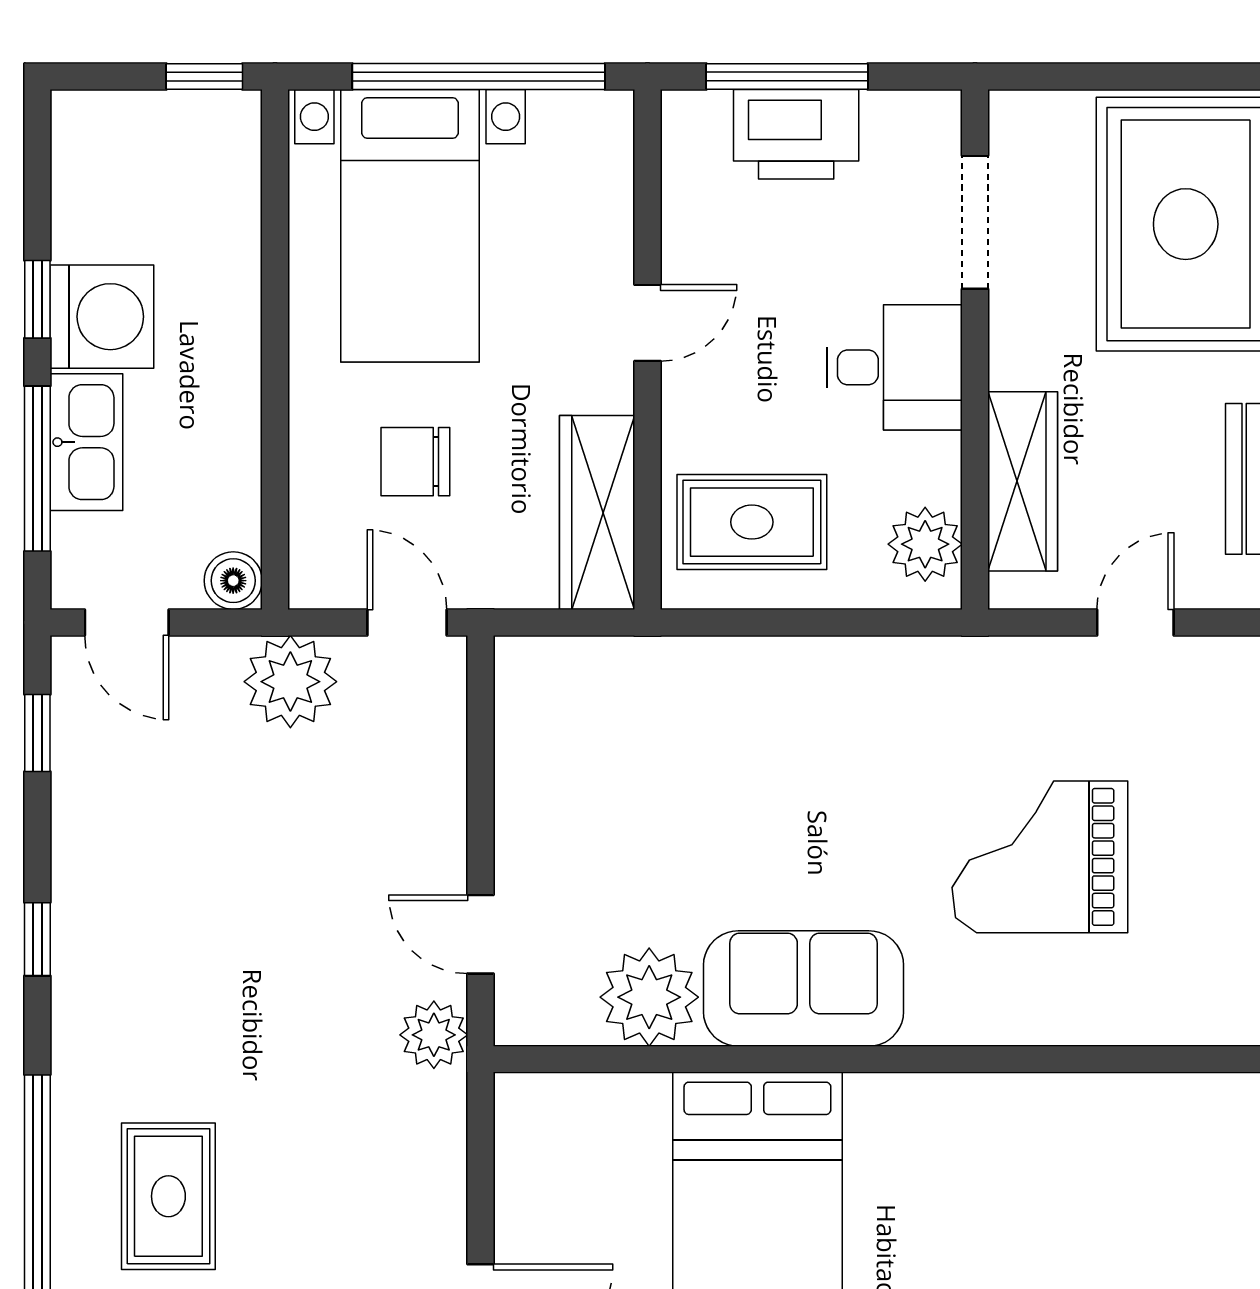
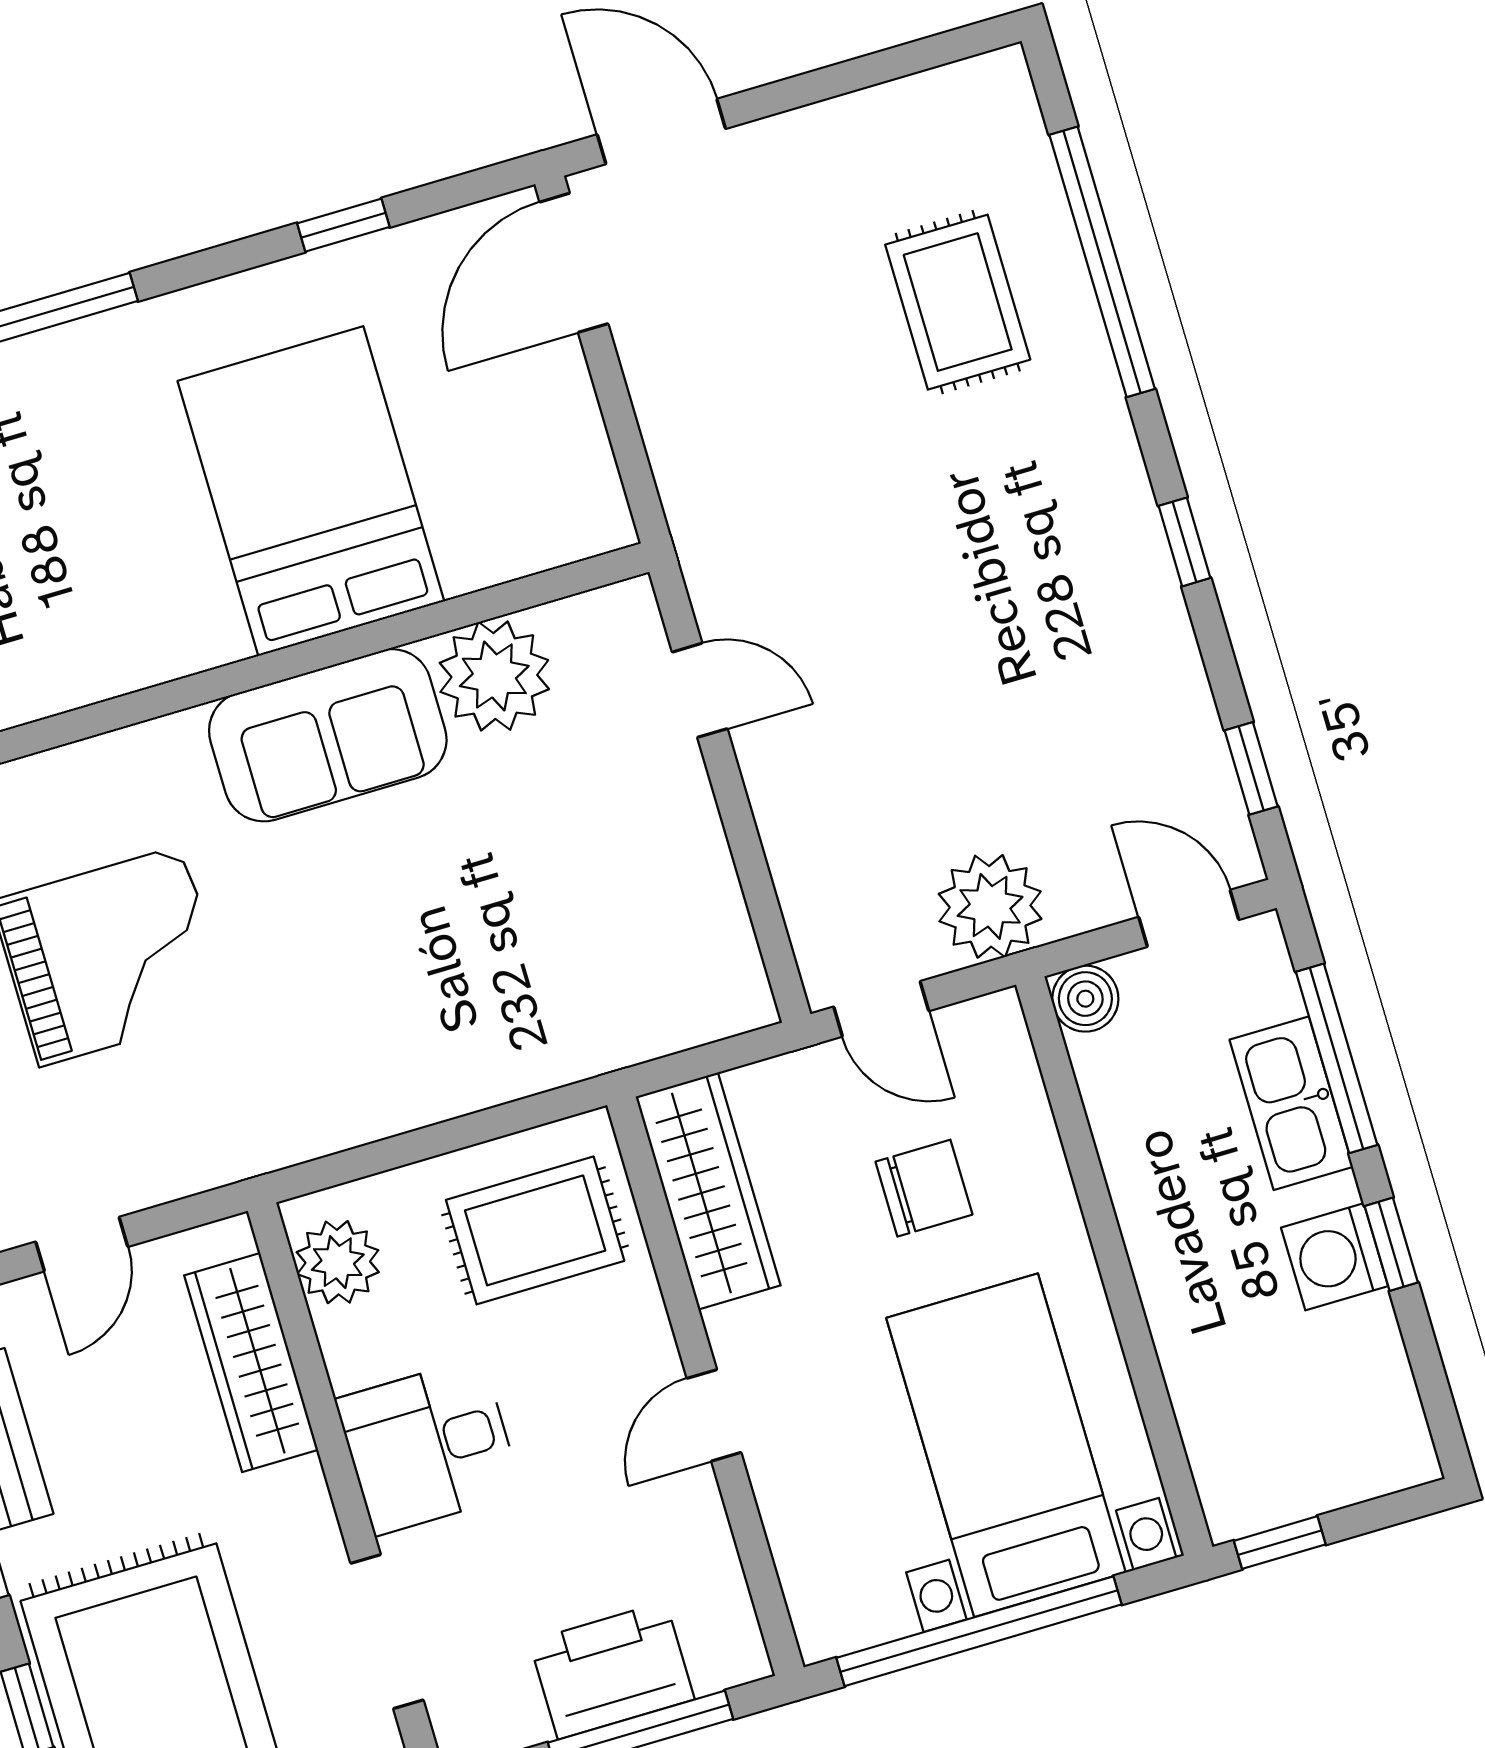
washing machine: (102, 317) -> (1335, 1257), width x0.73, depth x0.73
plant: (434, 1035) -> (719, 565), removed

